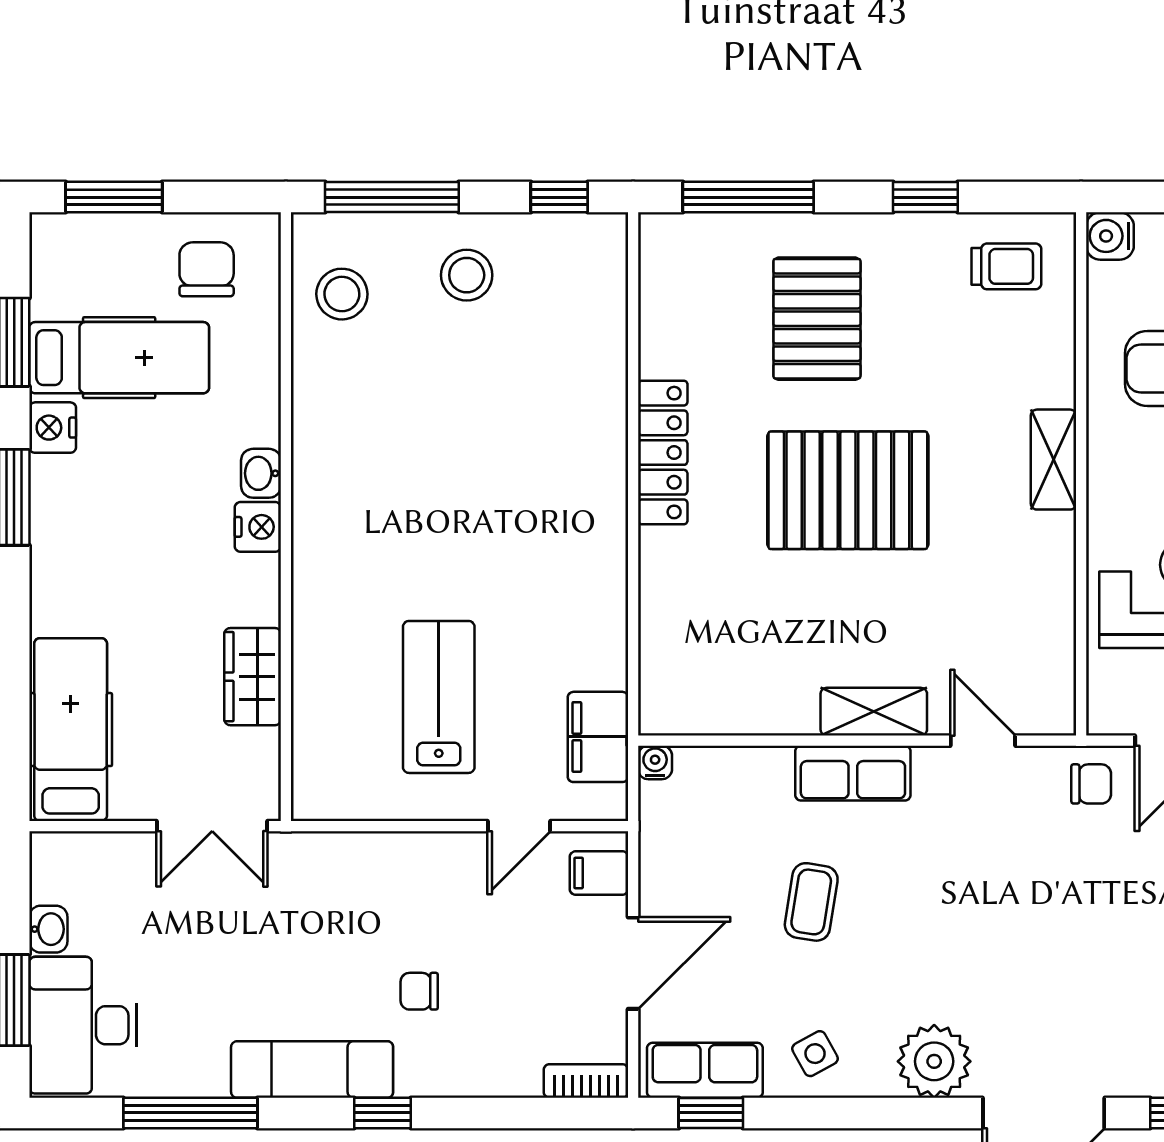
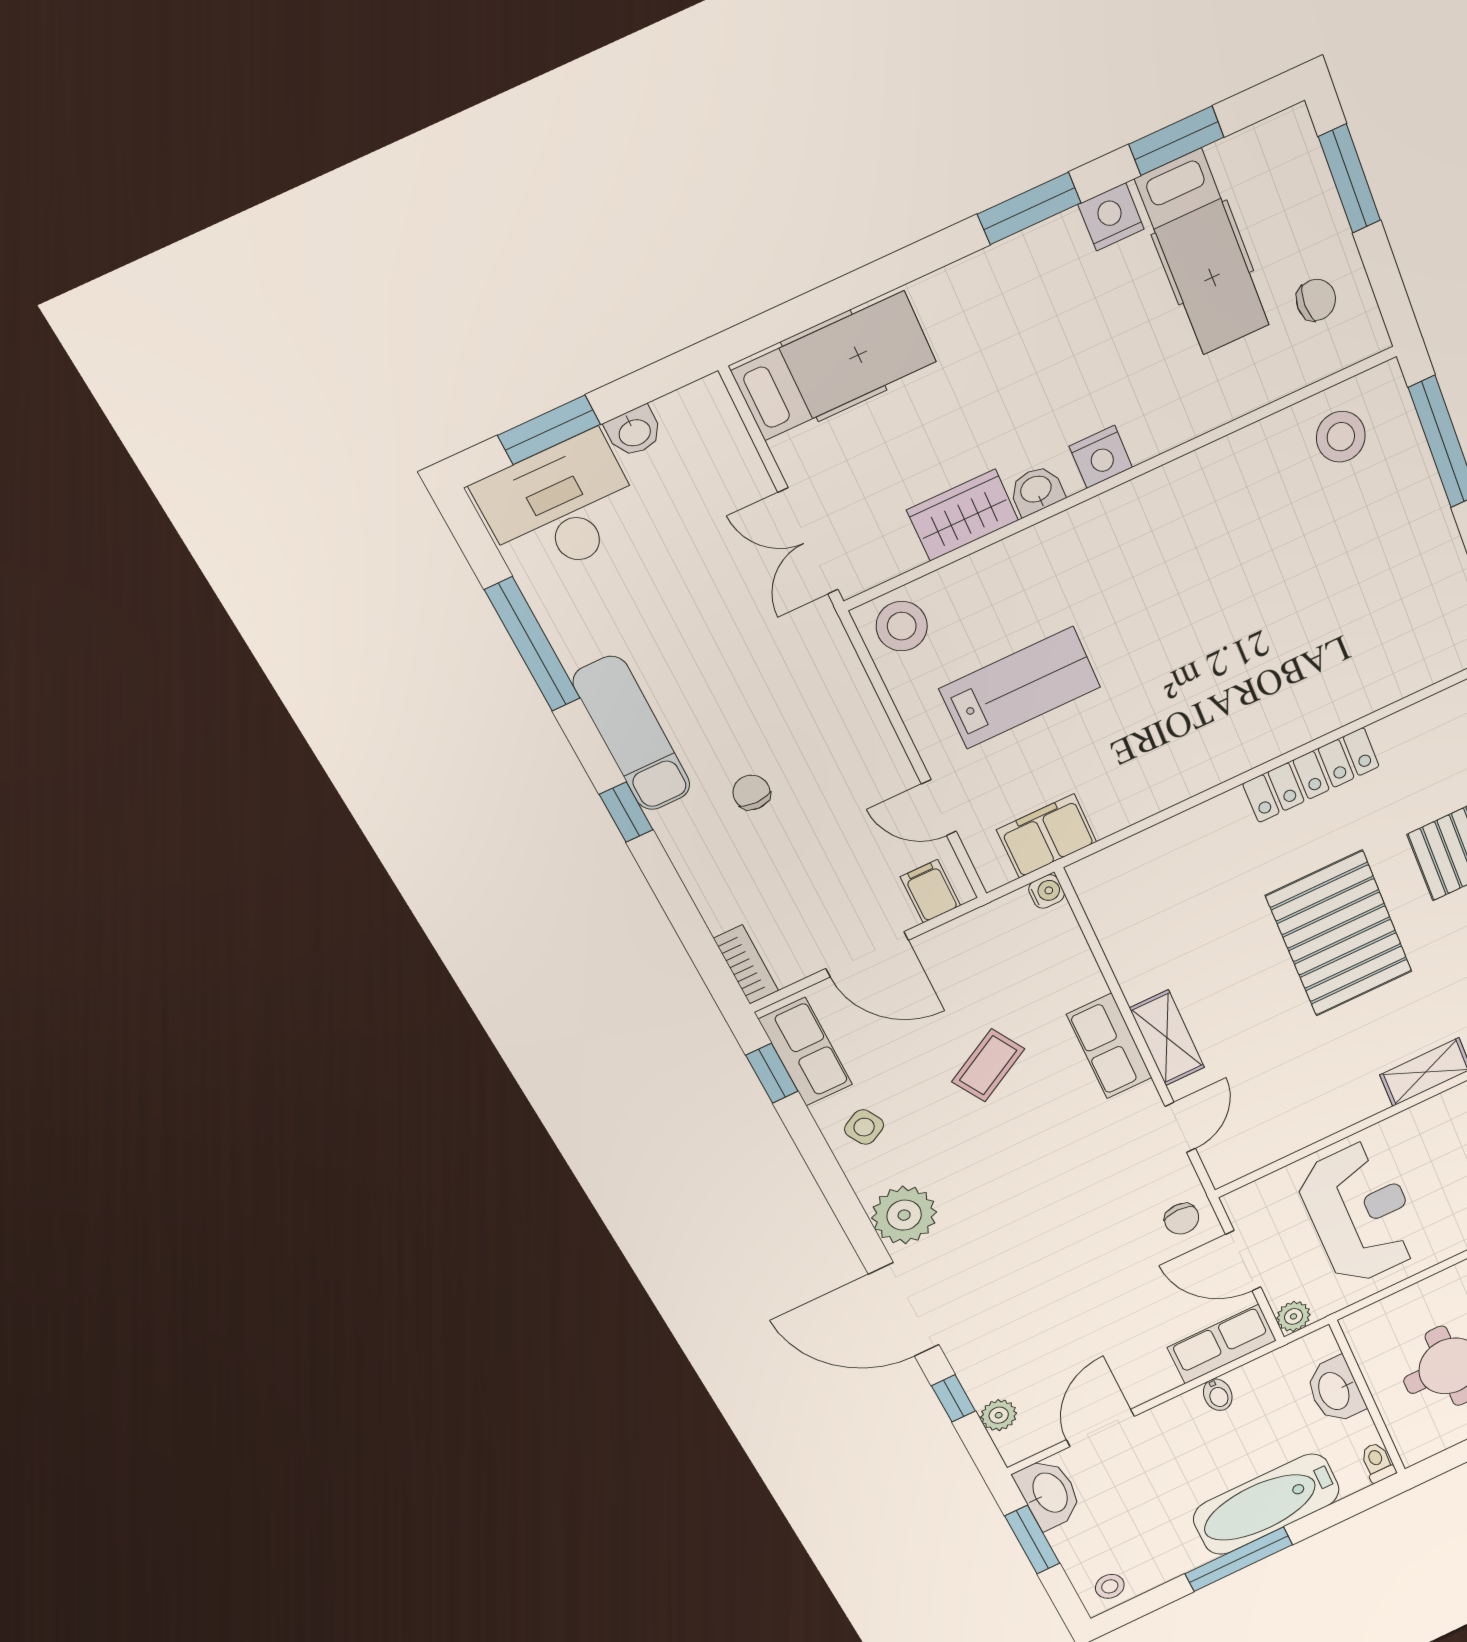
chair: (207, 269) -> (1316, 300), width x0.73, depth x0.73
stool: (467, 275) -> (902, 626), moved
washbasin: (261, 473) -> (1036, 490), moved
coffee table: (811, 902) -> (988, 1065), turned -39

